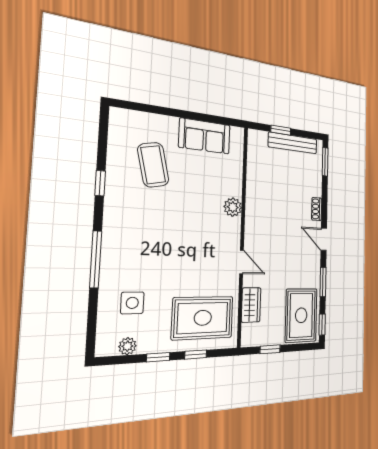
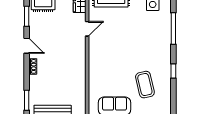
plant: (233, 207) -> (94, 63), removed
door: (242, 262) -> (87, 29), swing flipped

